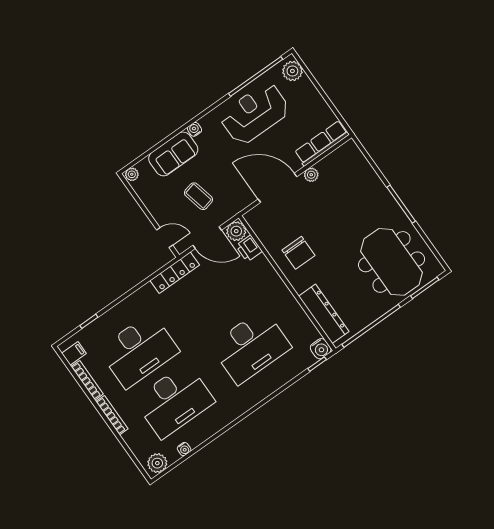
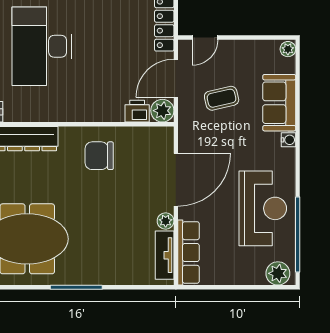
tv unit: (335, 159) -> (165, 255), added

